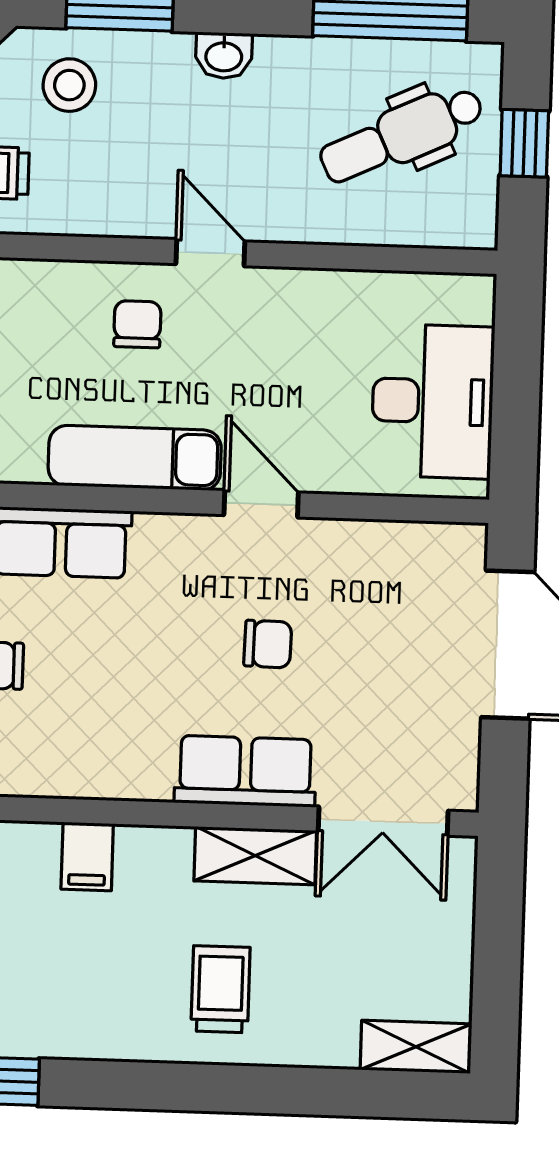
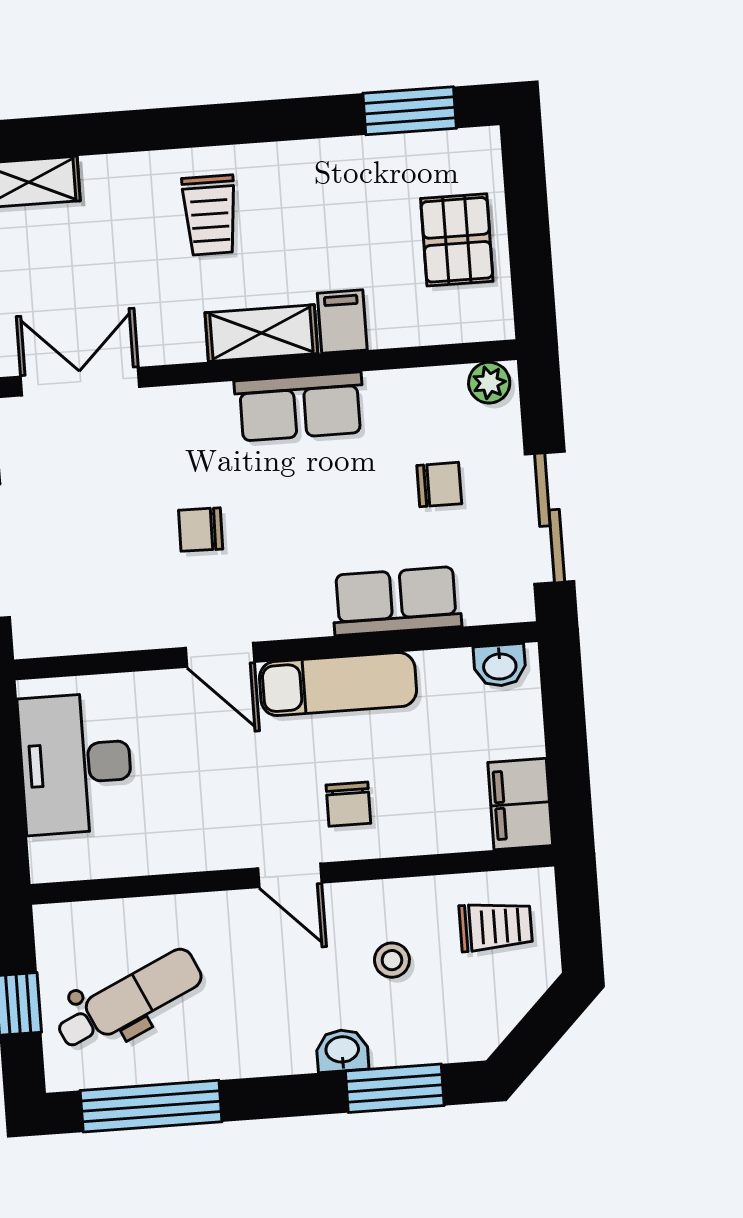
washbasin: (224, 55) -> (342, 1051), moved
stool: (69, 85) -> (392, 960), moved, width x0.73, depth x0.73
row of seats: (245, 771) -> (300, 407), moved
shelving: (255, 856) -> (261, 333), moved

